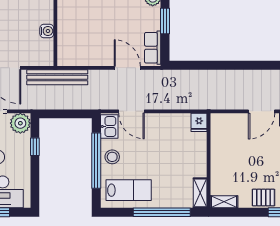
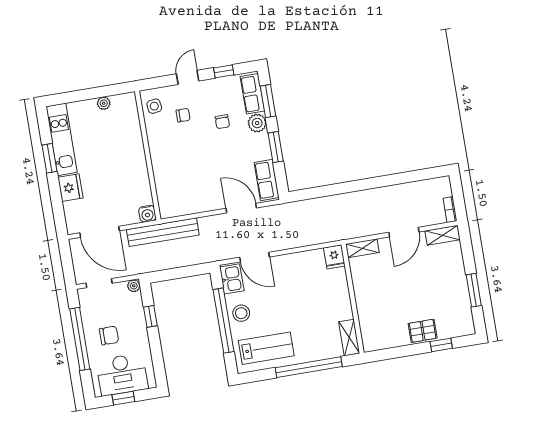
water cooler: (47, 31) -> (147, 214), moved, turned 90
plant: (20, 123) -> (134, 286), width x0.53, depth x0.53
shelving: (224, 202) -> (362, 248), moved

